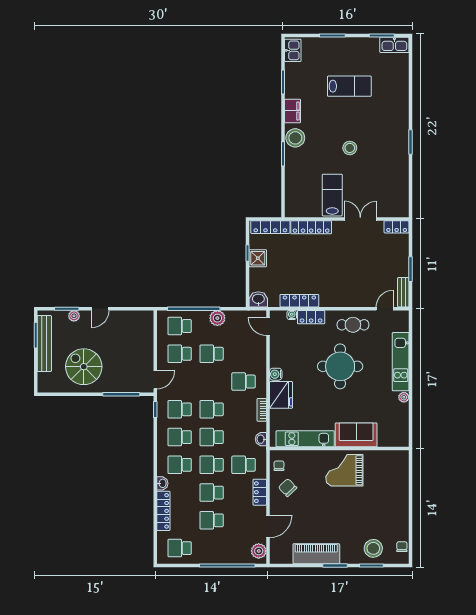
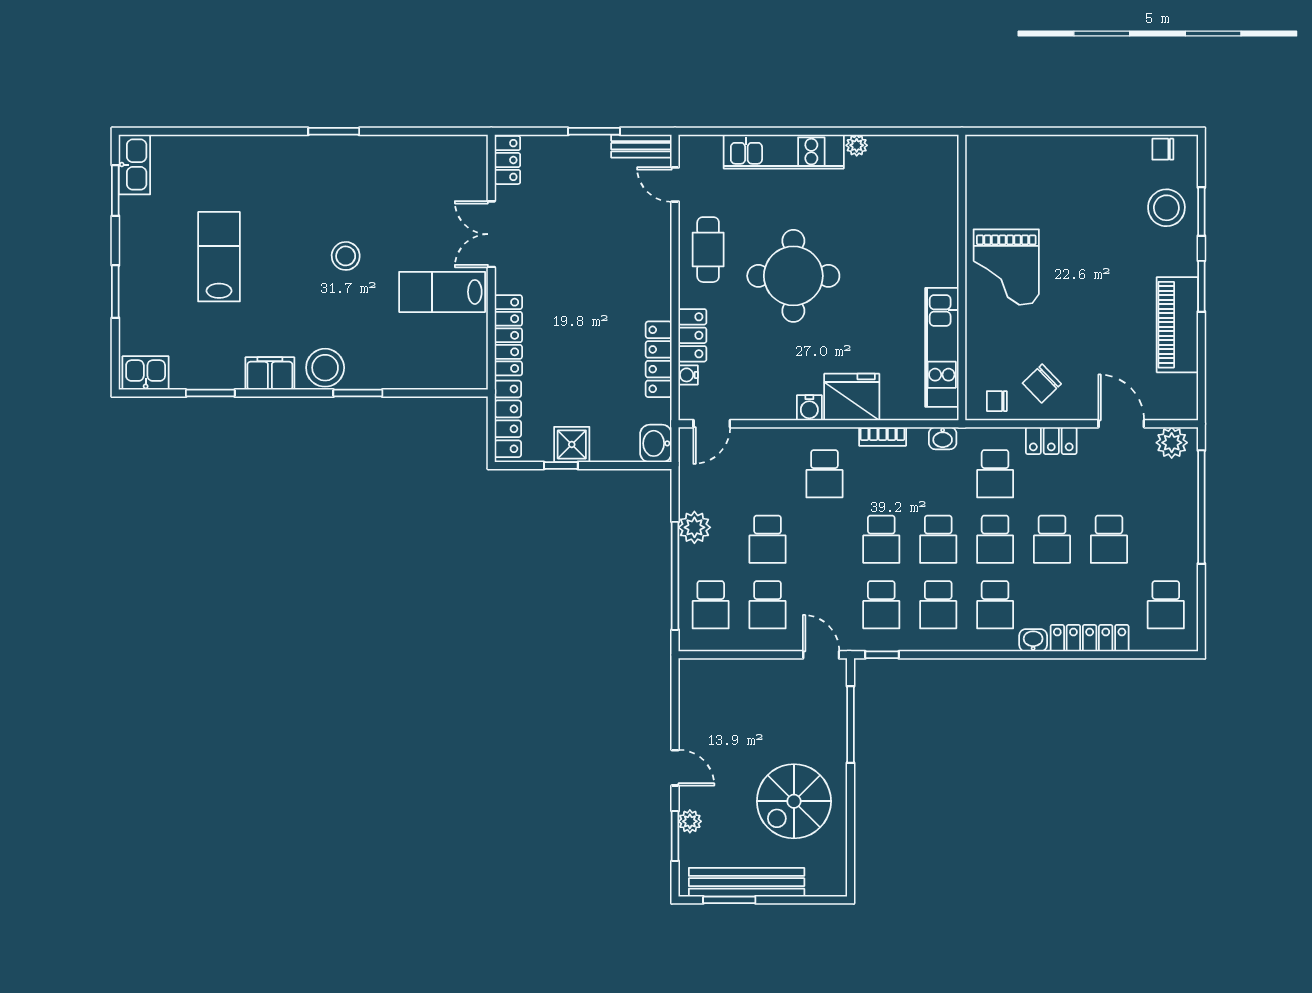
sofa: (356, 435) -> (934, 243), removed

